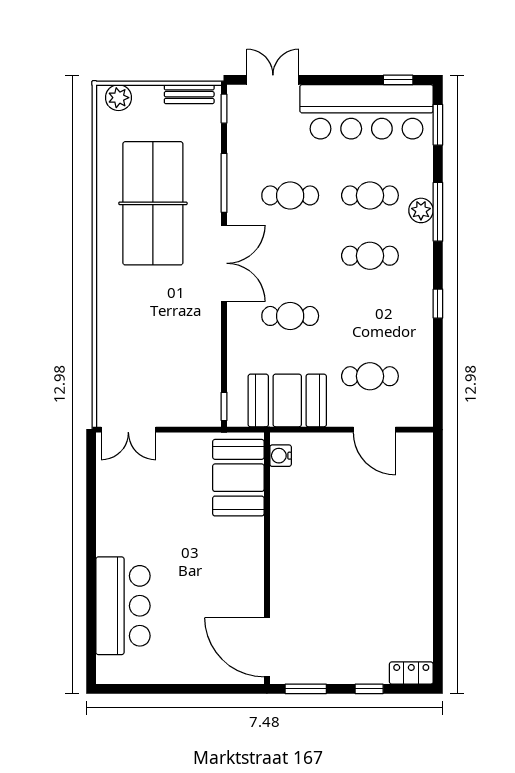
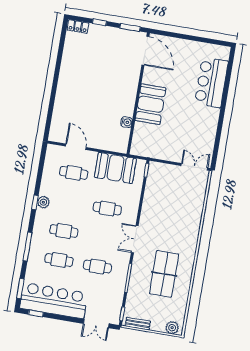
table tennis table: (153, 203) -> (164, 274), width x0.73, depth x0.76
plant: (421, 210) -> (43, 202), moved
double door: (224, 263) -> (135, 239), width x0.73
water cooler: (281, 456) -> (127, 122), moved
booth: (238, 478) -> (150, 104), moved

